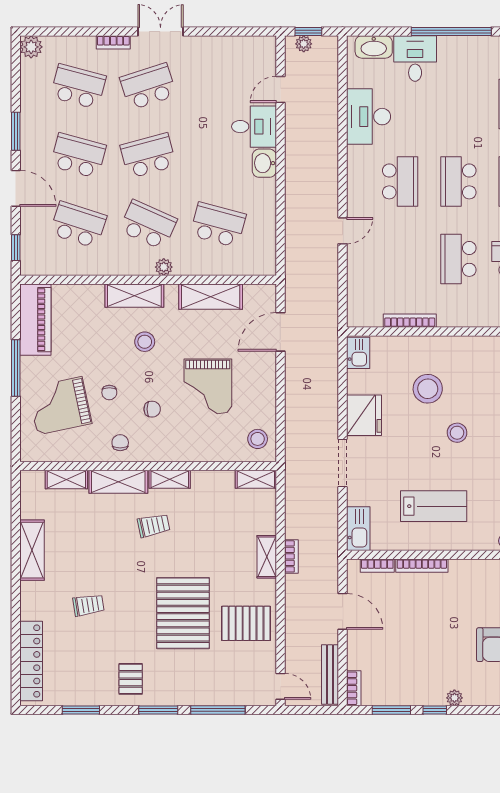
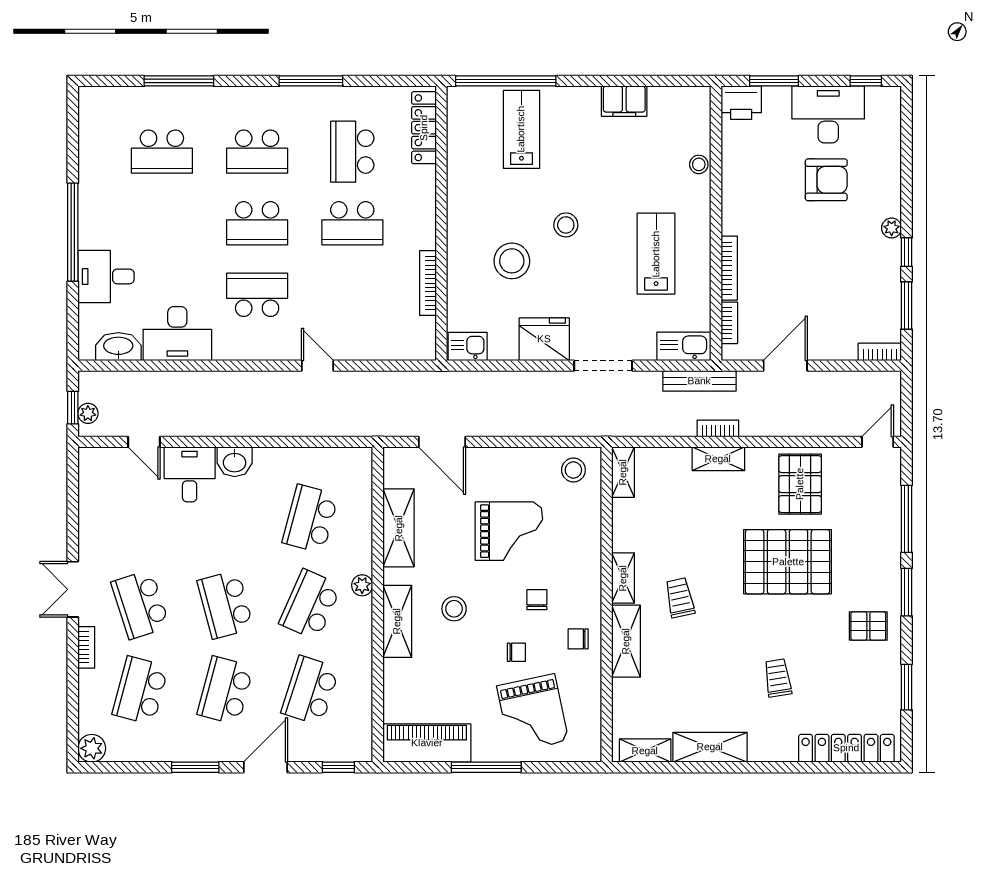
washbasin: (374, 47) -> (118, 347), moved, turned -90
shelving: (66, 479) -> (645, 751), moved, turned 90
bench: (330, 675) -> (699, 381), moved

